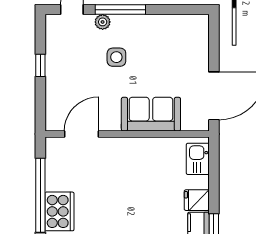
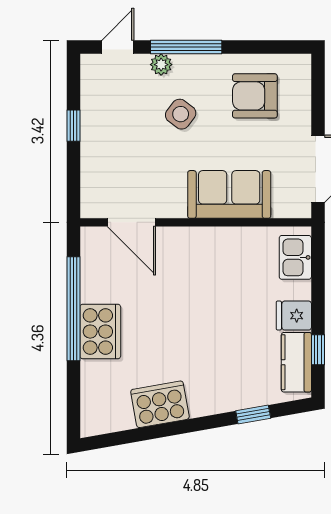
armchair: (169, 44) -> (255, 96), added
side table: (116, 57) -> (181, 114), turned 37
door: (82, 134) -> (131, 222), swing flipped

